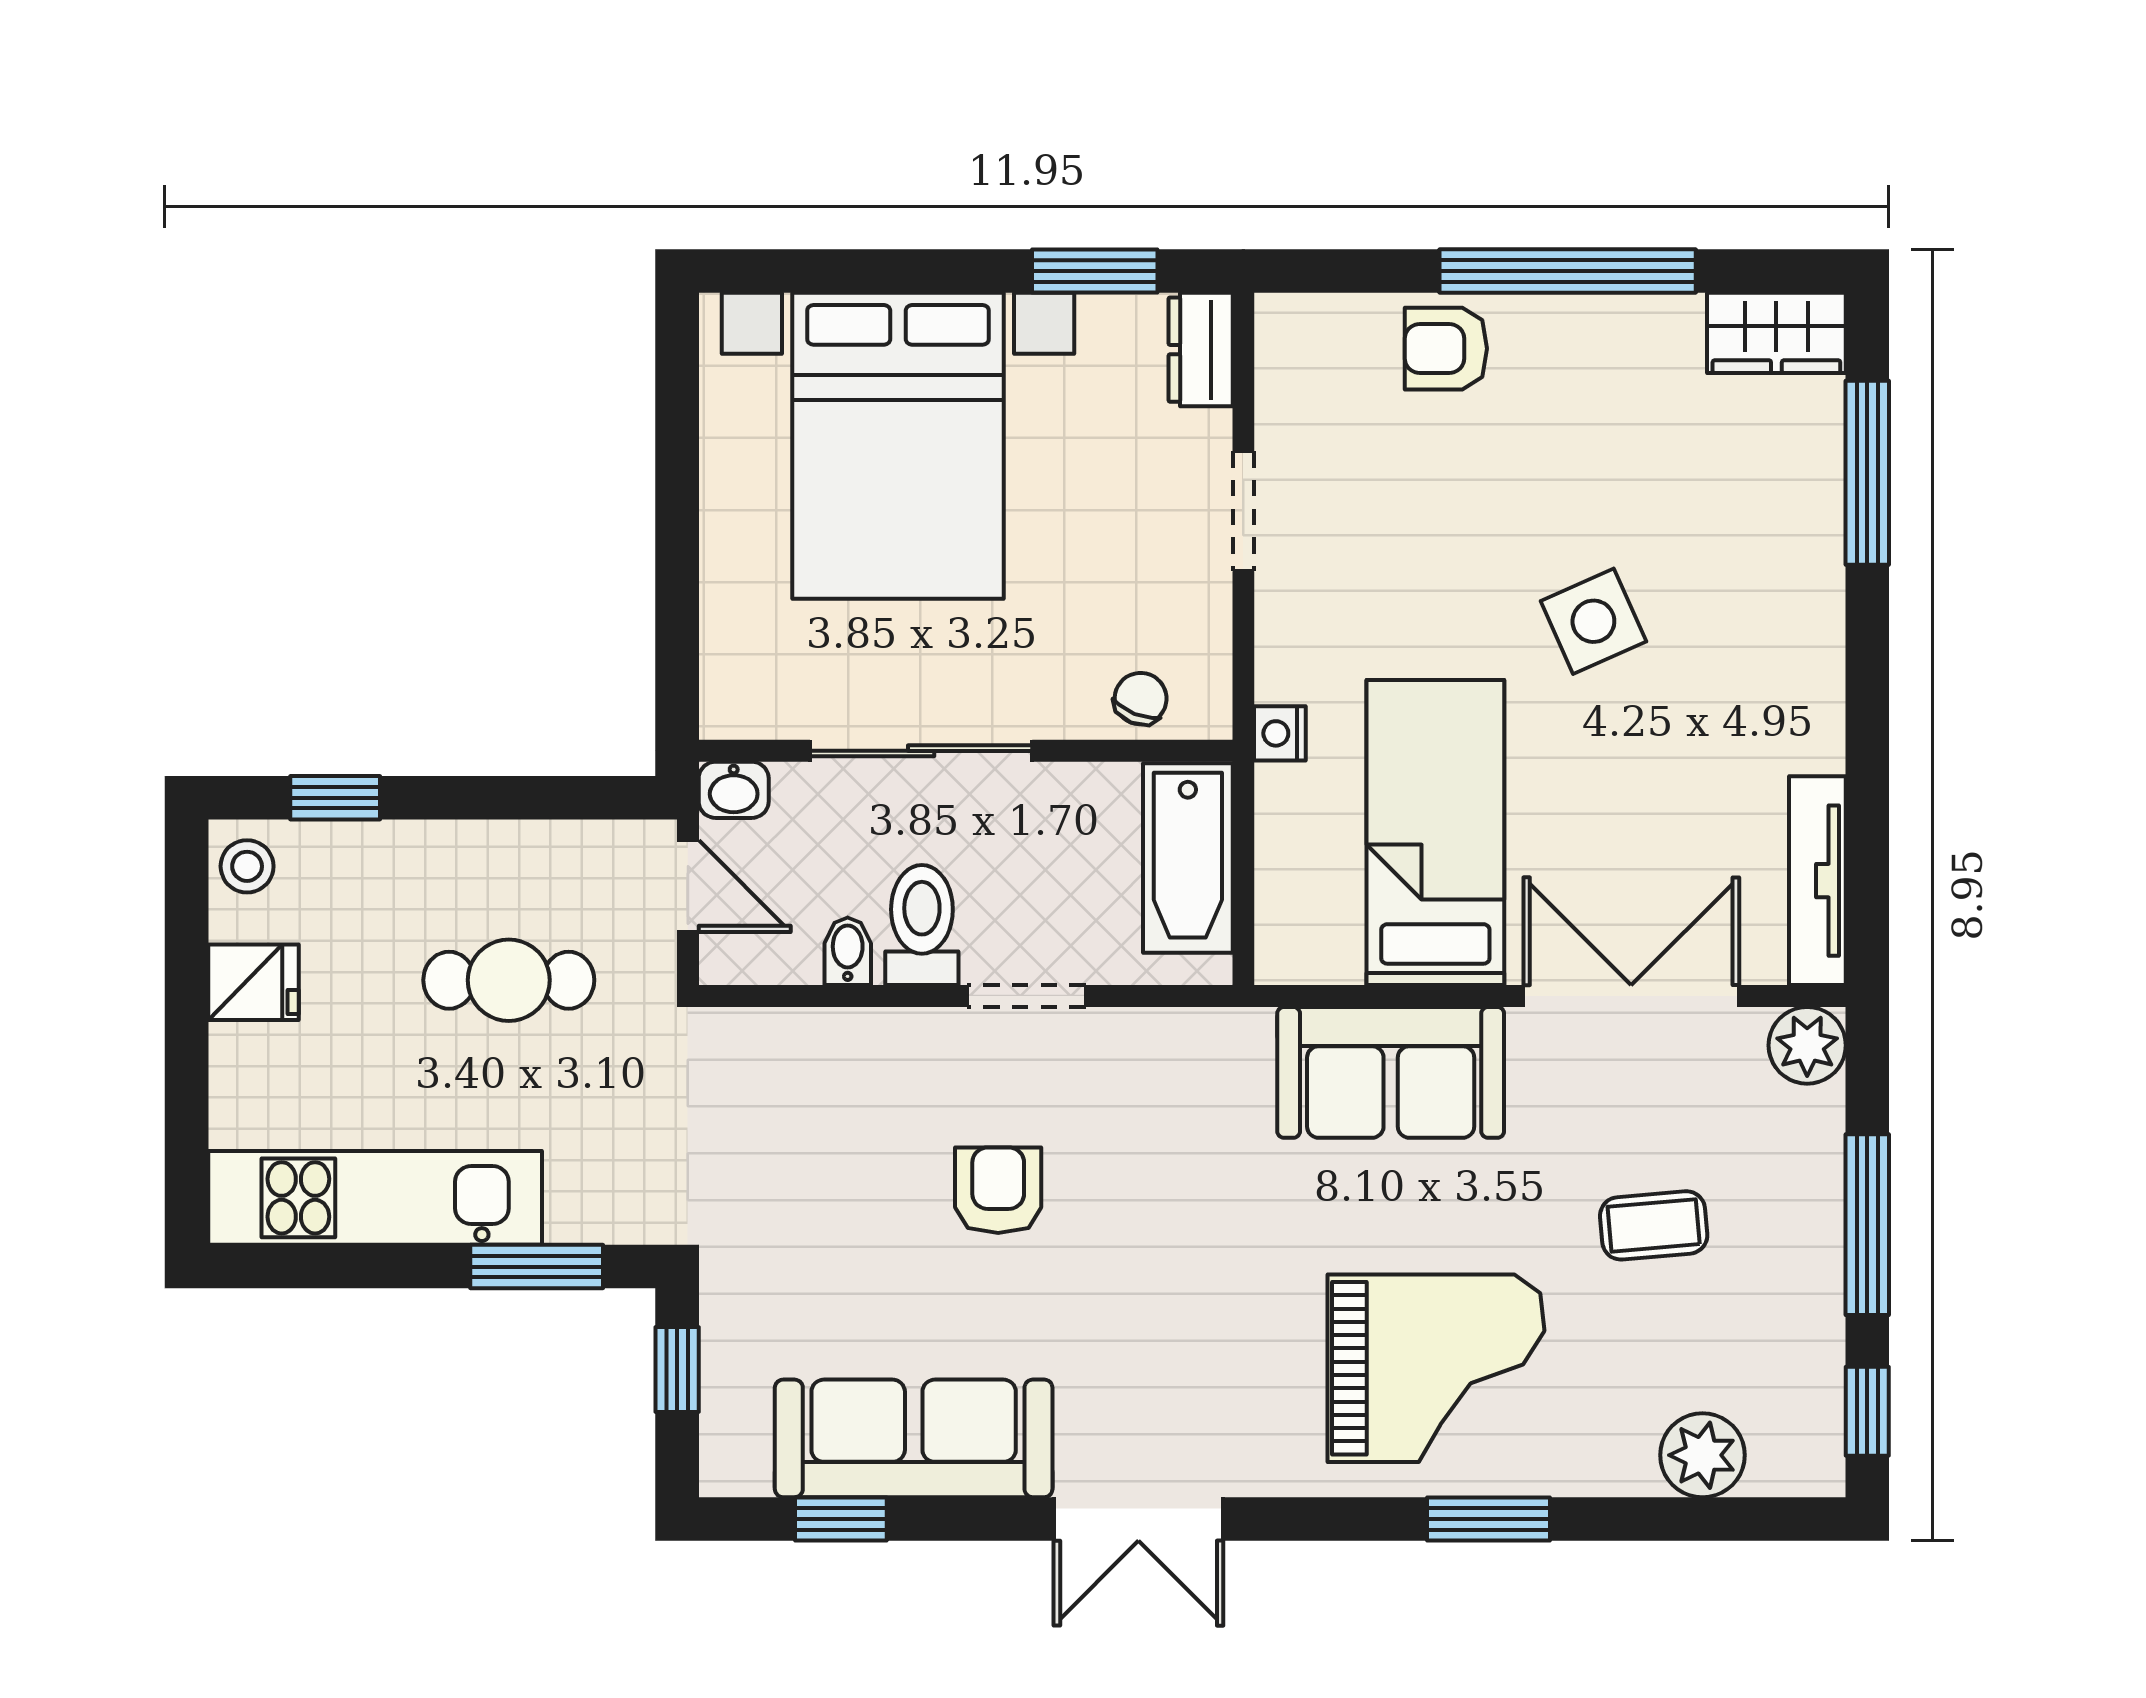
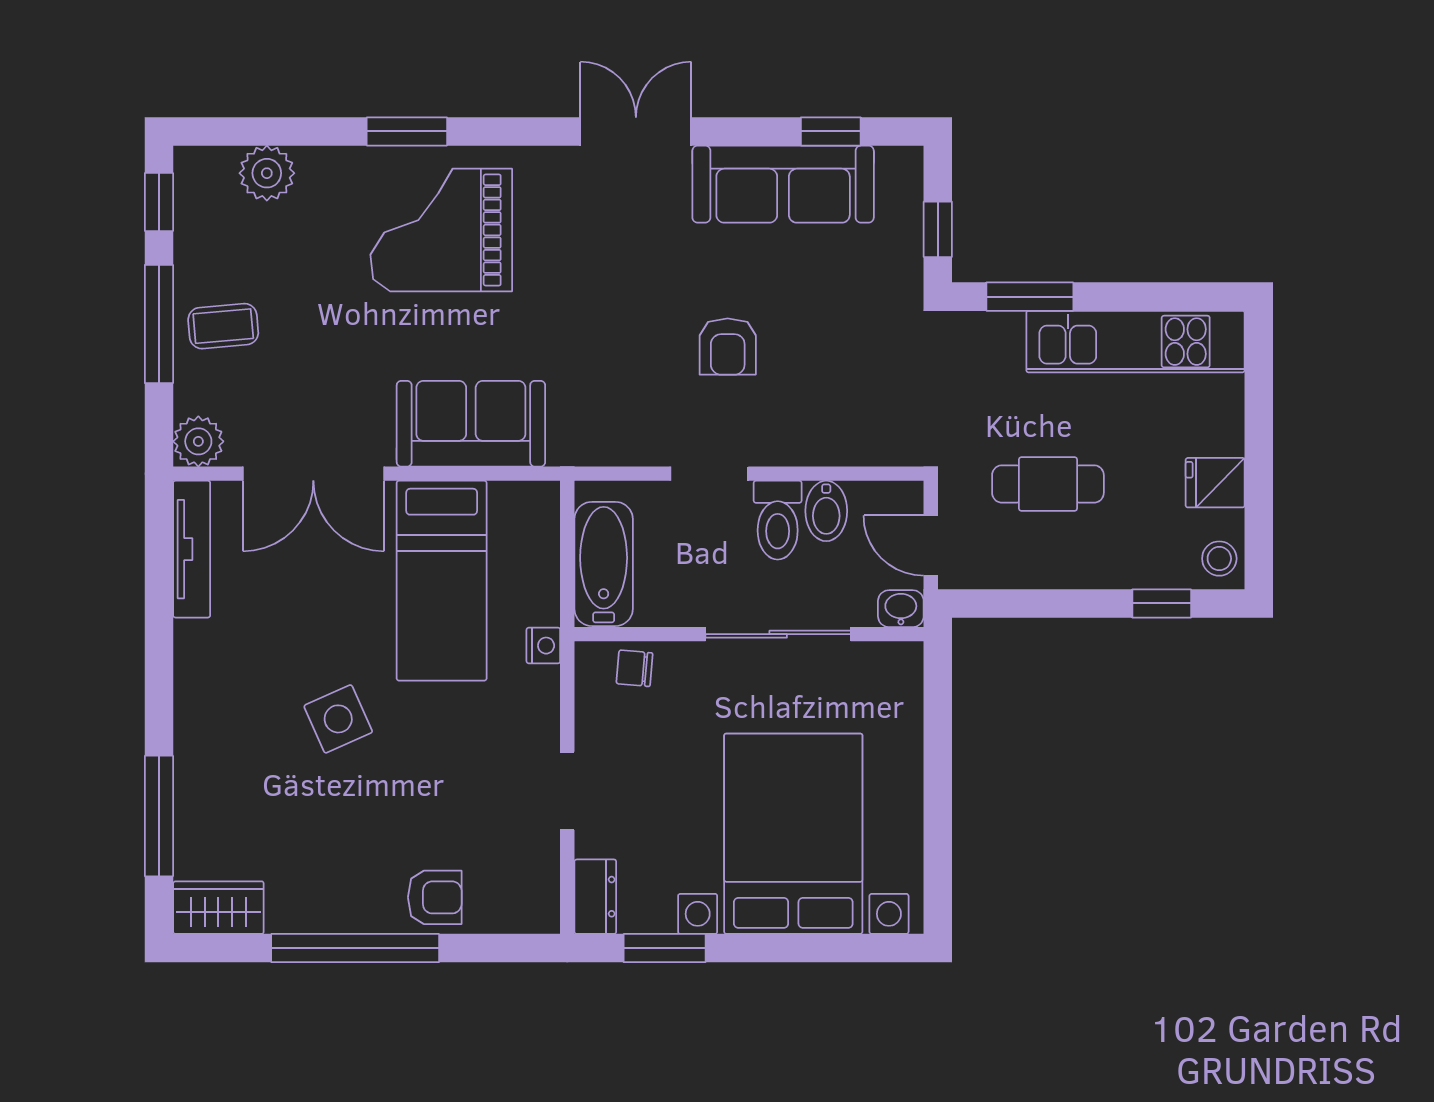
chair: (1141, 699) -> (635, 668), turned 73
bidet: (848, 951) -> (826, 511), width x1.38, depth x1.36
coffee table: (1654, 1225) -> (223, 326), moved

